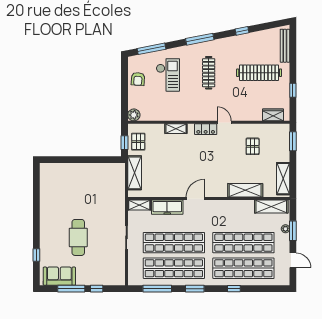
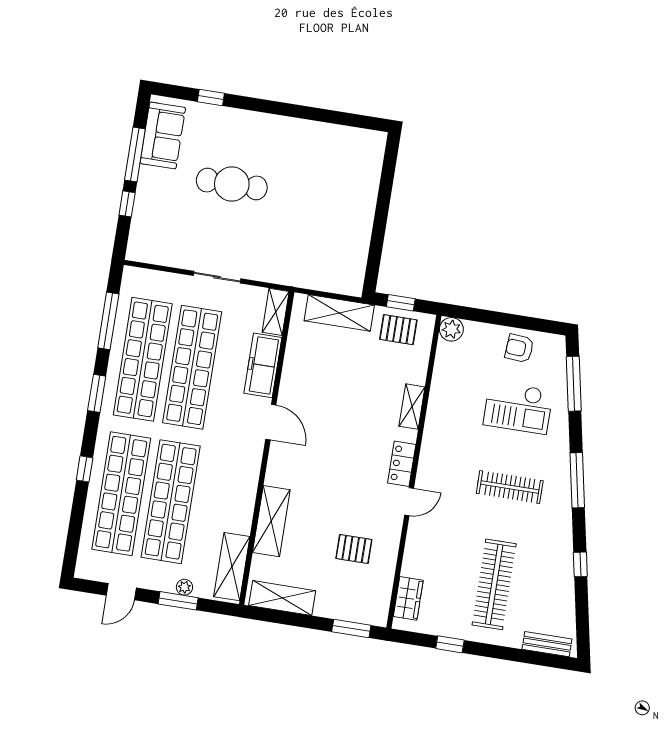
bench: (285, 46) -> (547, 644), width x0.73

